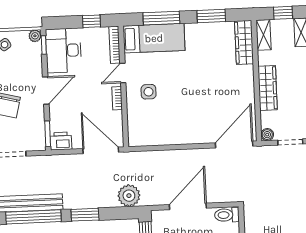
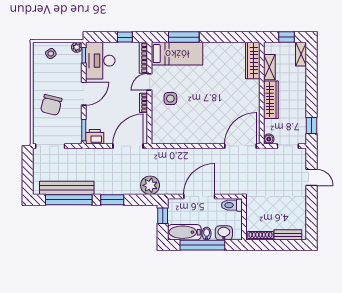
window: (211, 16) -> (226, 37), removed
shelving: (264, 35) -> (269, 67), moved
door: (101, 150) -> (128, 146), hinge flipped

